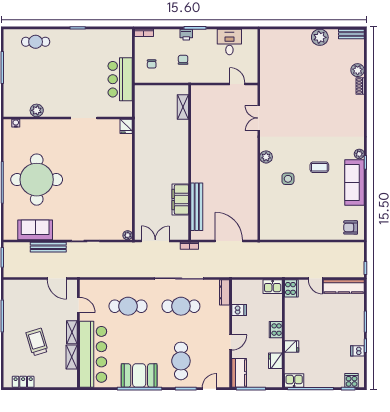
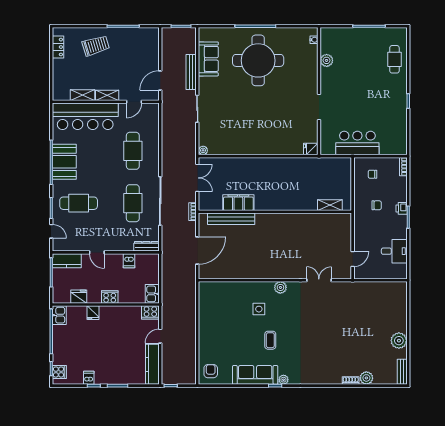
trolley: (37, 342) -> (96, 46), moved

